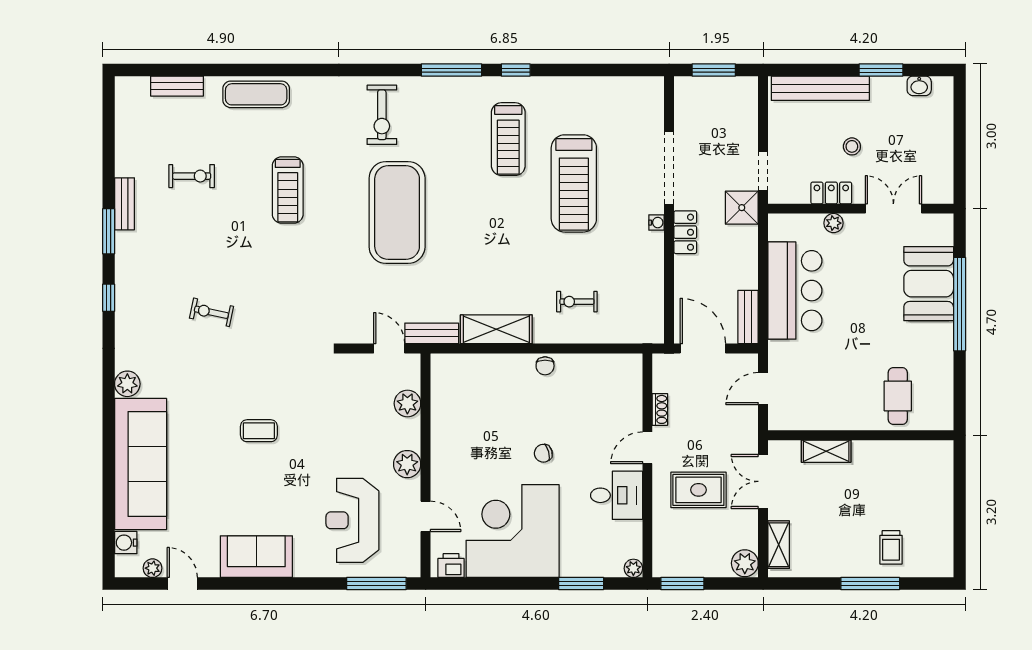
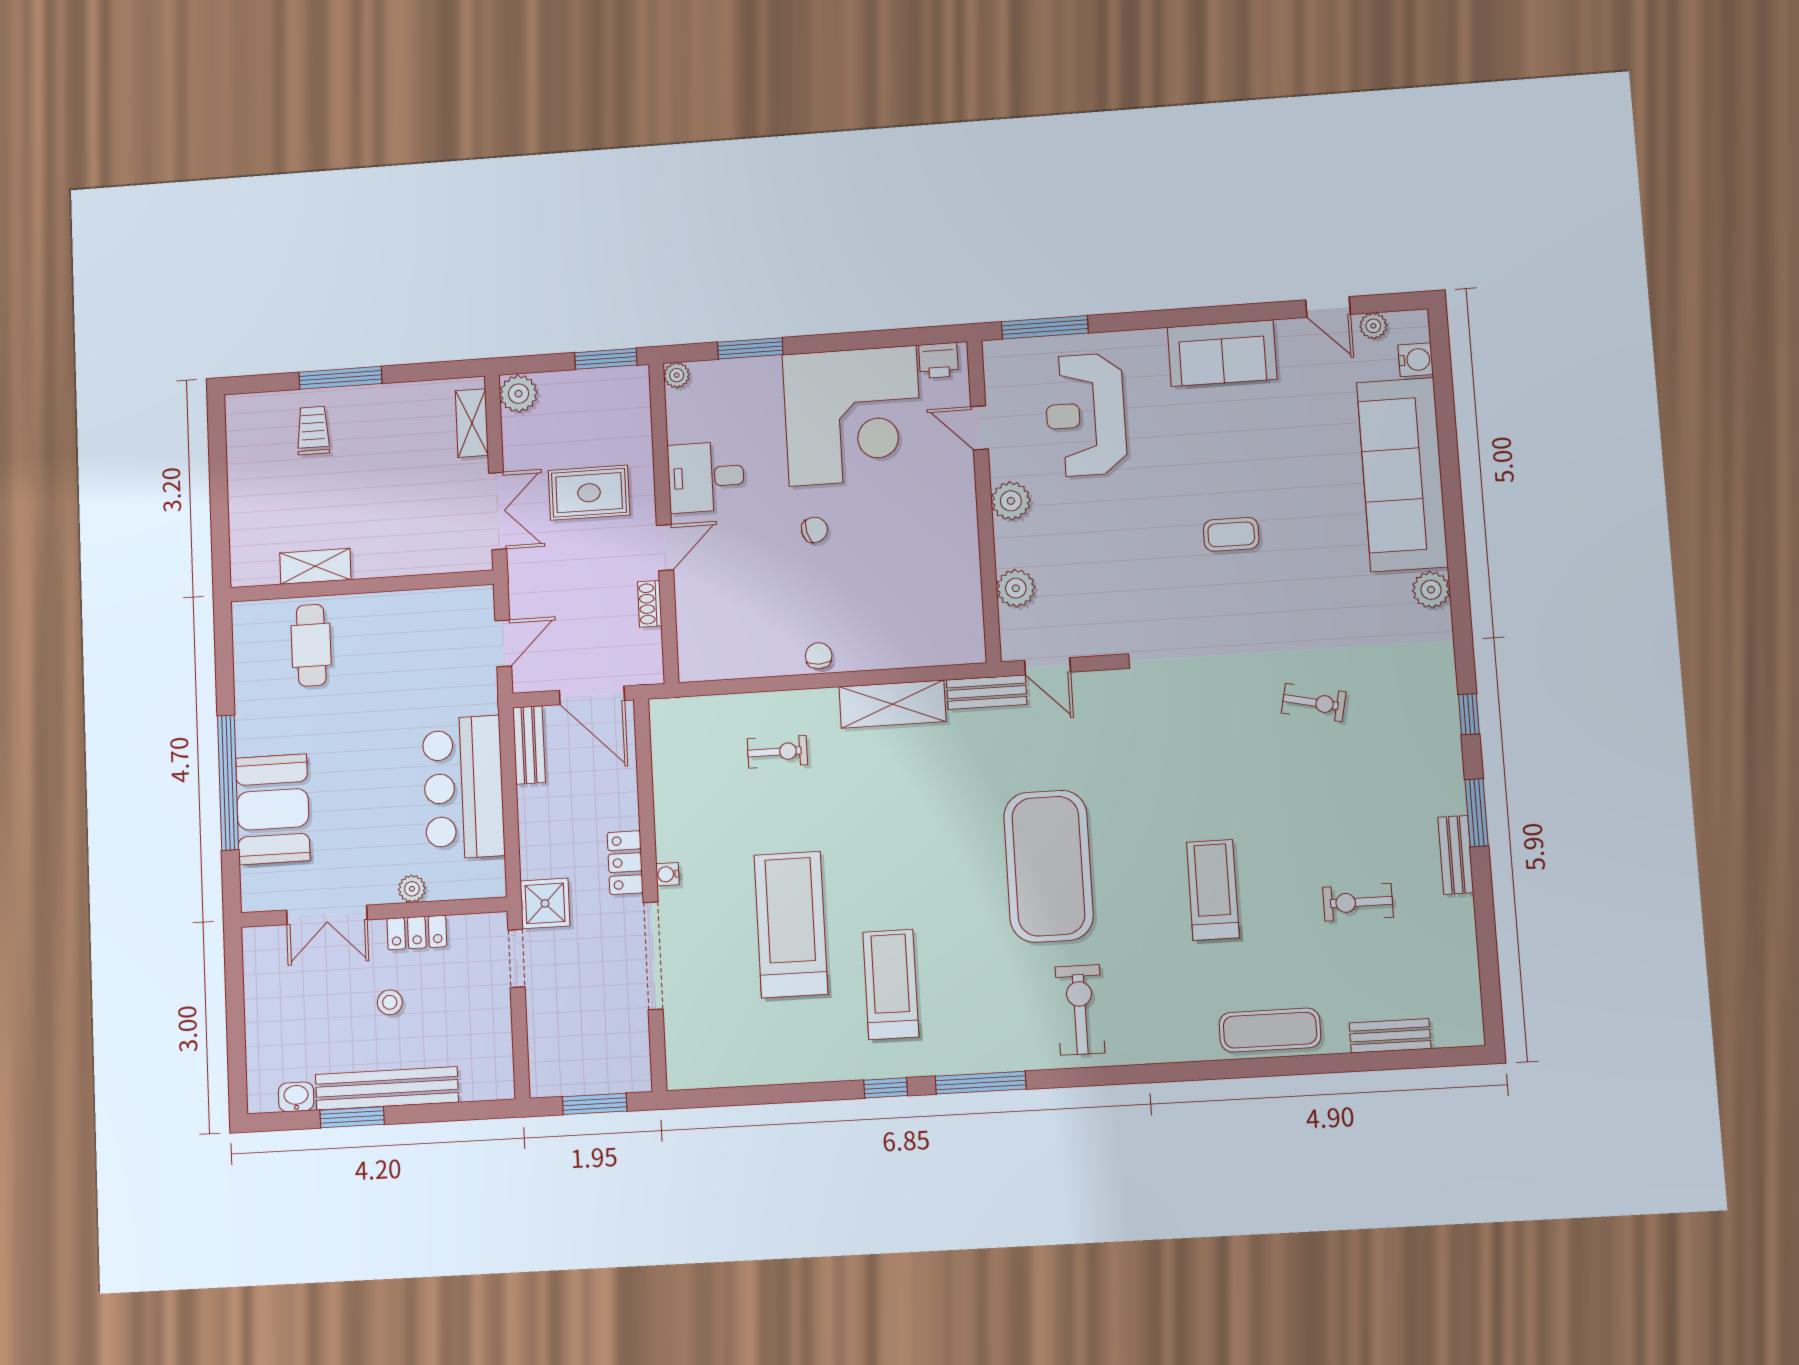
bench: (820, 88) -> (387, 1088), moved
shelving: (826, 451) -> (315, 566), moved
reception desk: (352, 520) -> (1085, 415), turned 180

